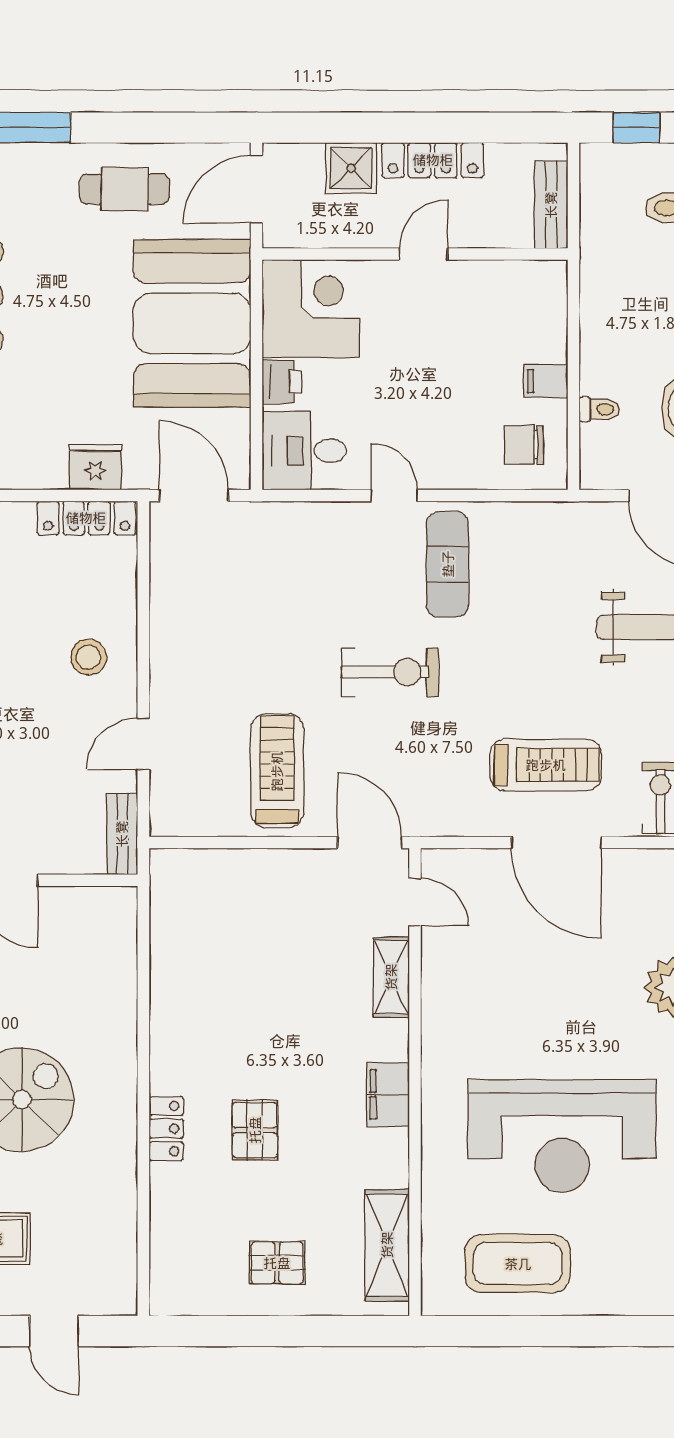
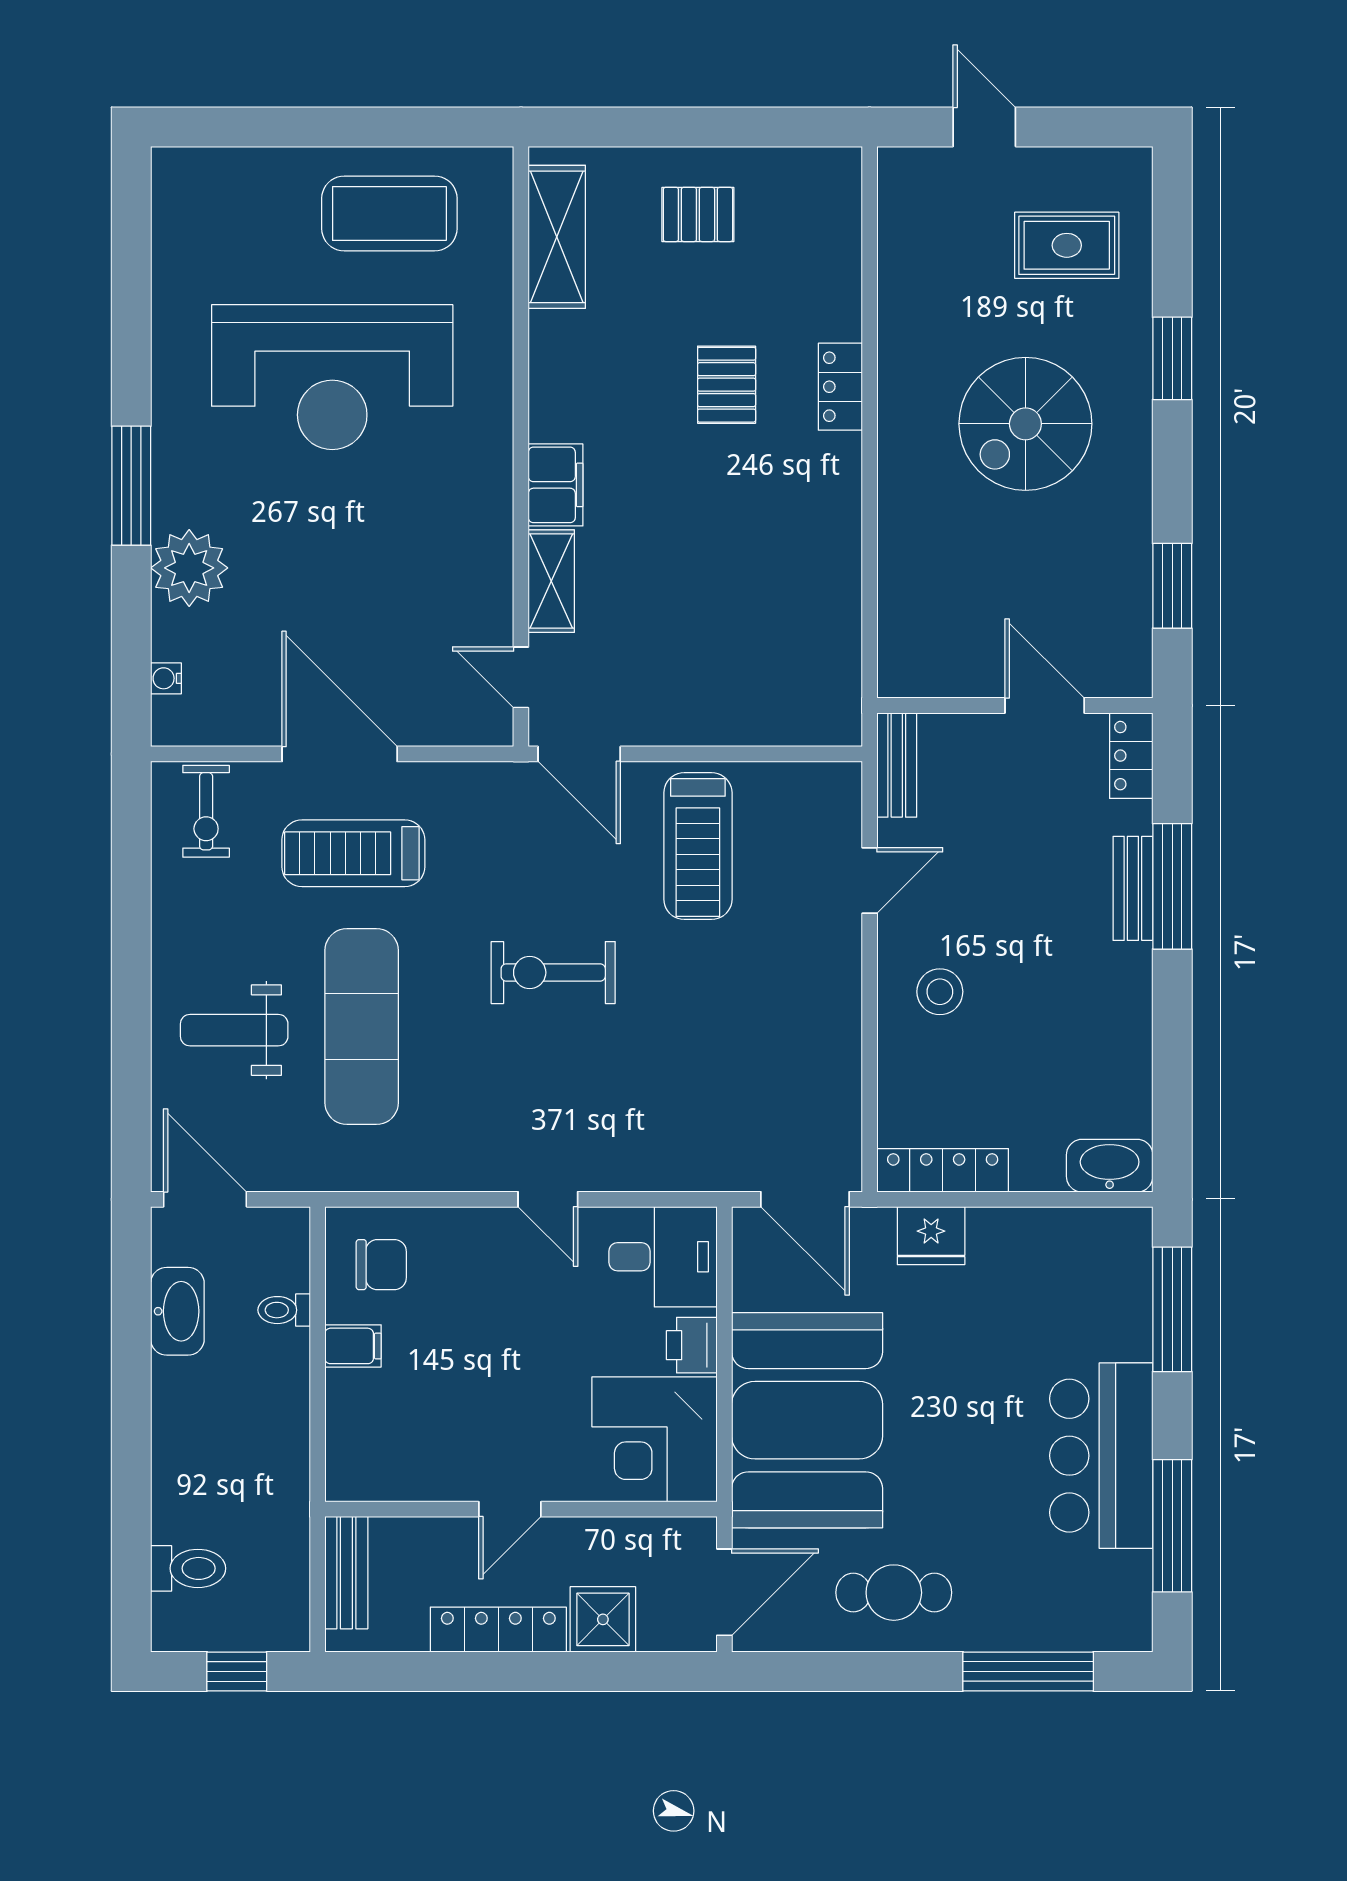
exercise mat: (448, 564) -> (362, 1027), moved, width x1.36, depth x1.45
filing cabinet: (388, 1095) -> (556, 485), moved
reception desk: (562, 1136) -> (332, 377), turned 180

